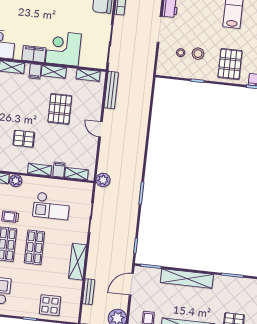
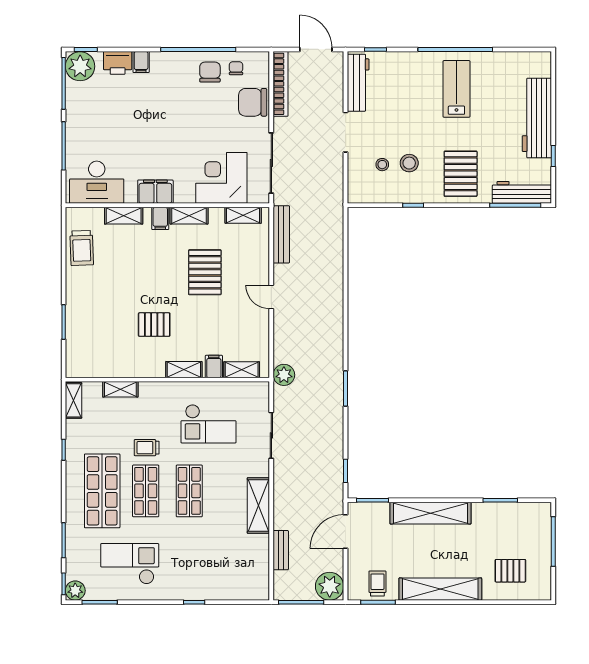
corner desk: (63, 48) -> (221, 178), moved
plant: (16, 181) -> (149, 391), removed
display table: (50, 305) -> (223, 578), removed

